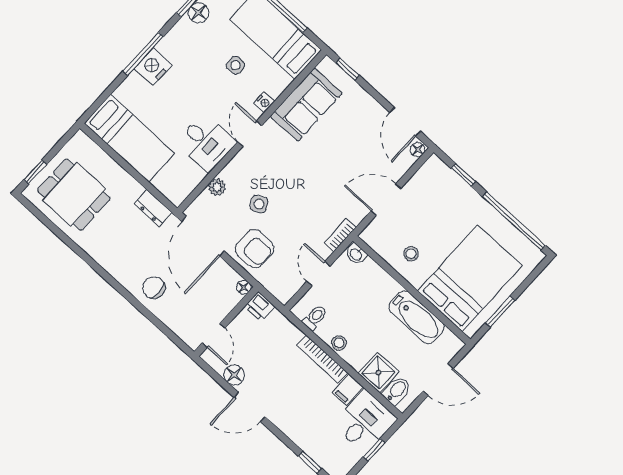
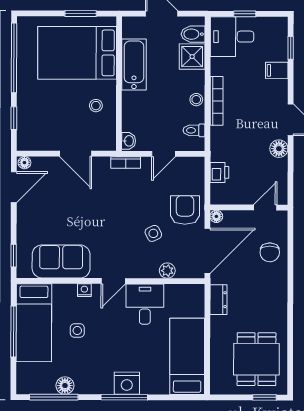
floor lamp: (244, 287) -> (216, 216), moved
wall: (226, 322) -> (249, 207), moved
door: (214, 335) -> (265, 207), moved
filing cabinet: (348, 390) -> (277, 70), moved, turned 180

